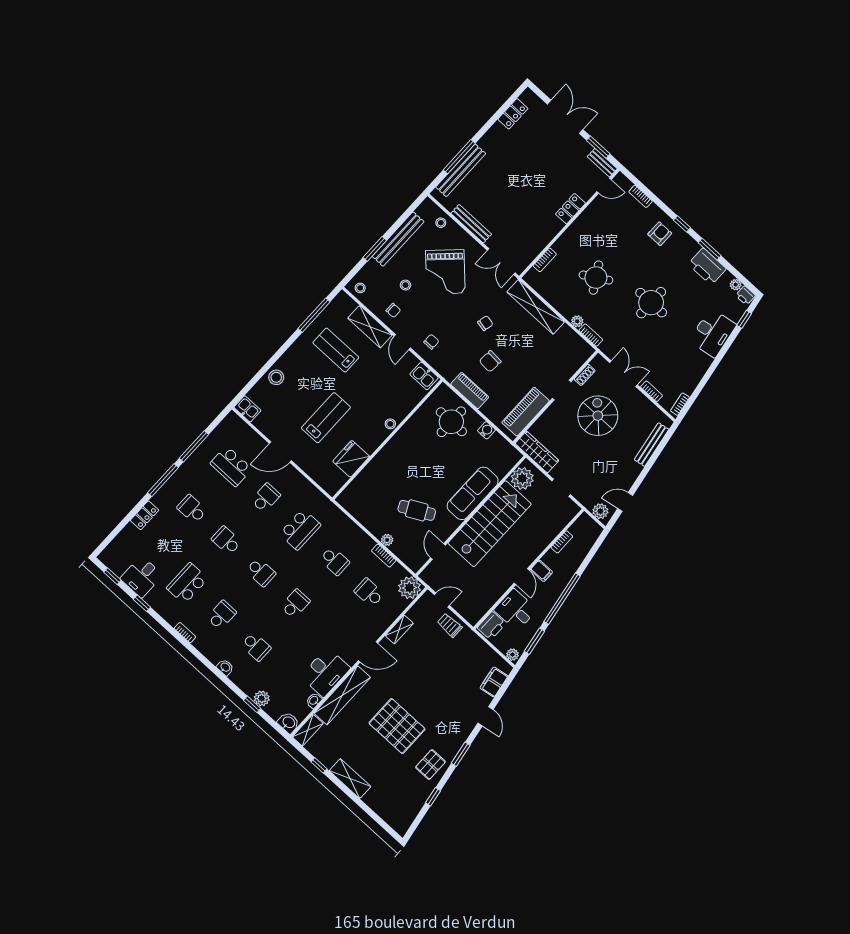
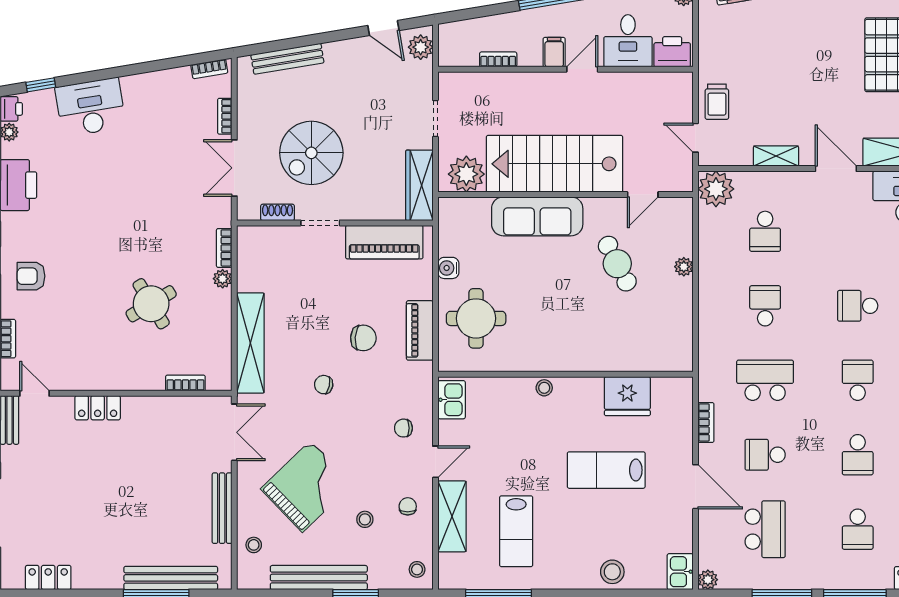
round table: (651, 303) -> (121, 212), removed
plant: (232, 418) -> (708, 580), added
bookcase: (384, 556) -> (706, 422), moved

